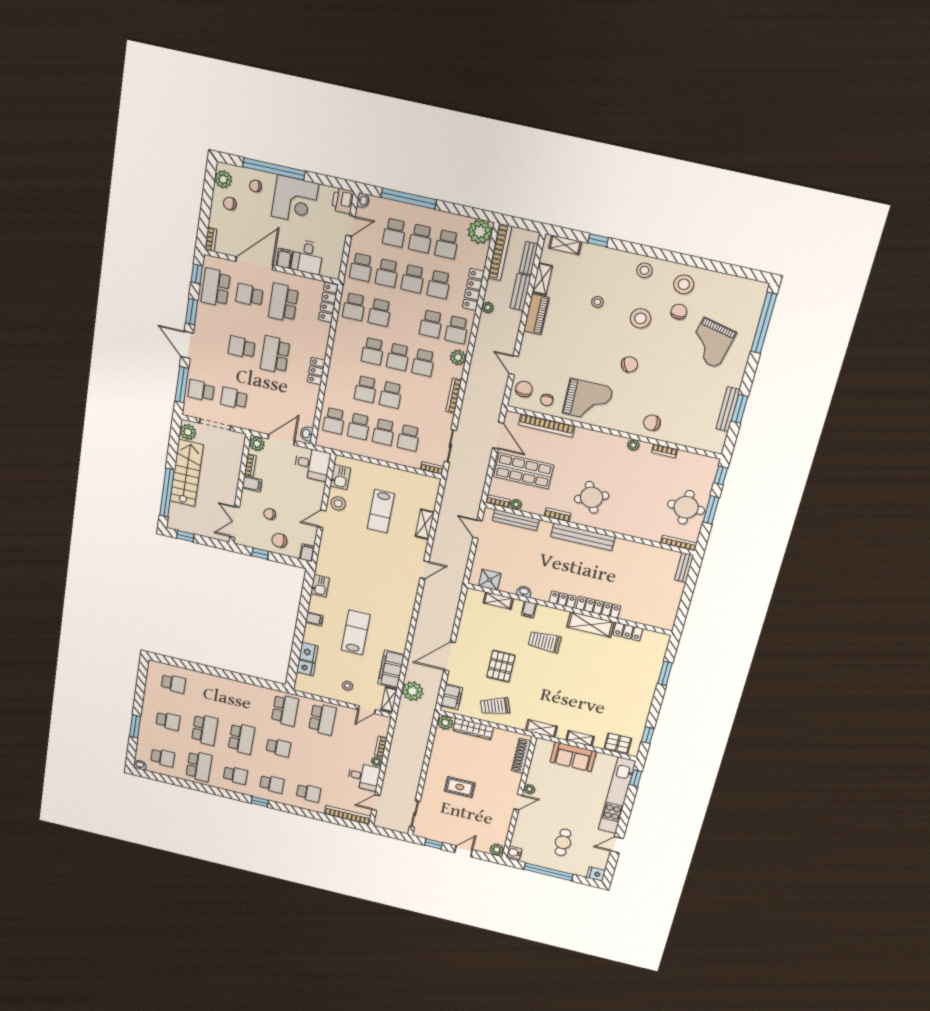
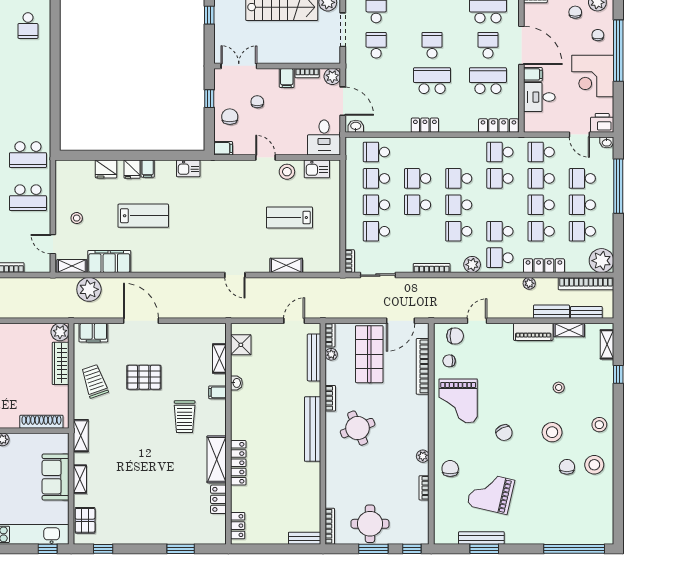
chair: (679, 312) -> (567, 467), turned -90
grand piano: (711, 343) -> (491, 493), moved
locker: (563, 599) -> (238, 526), moved
trolley: (545, 642) -> (185, 417), turned 180
fridge: (306, 668) -> (132, 169), moved

